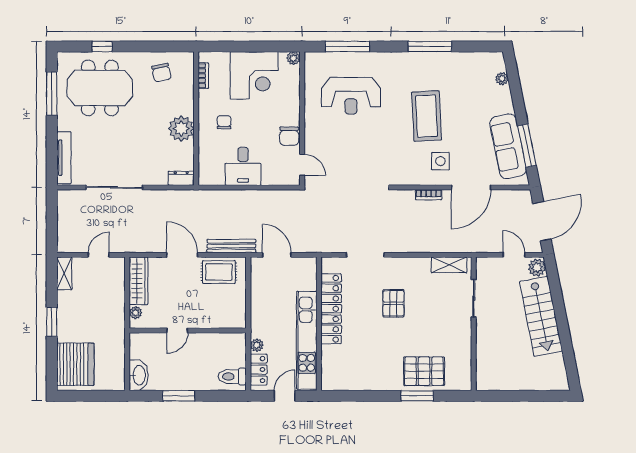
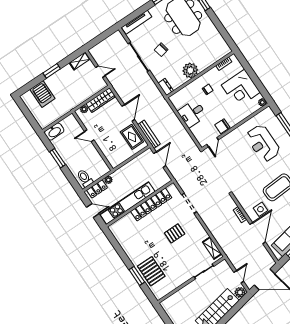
chair: (161, 73) -> (161, 50), moved
door: (471, 187) -> (258, 233), swing flipped
server rack: (75, 364) -> (42, 94), width x0.62

